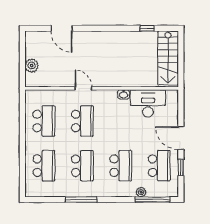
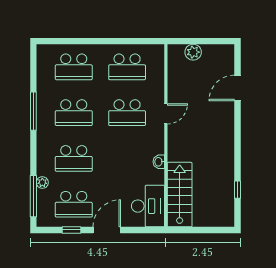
stairs: (168, 58) -> (180, 195), moved, turned 90
desk: (148, 103) -> (148, 206), moved

